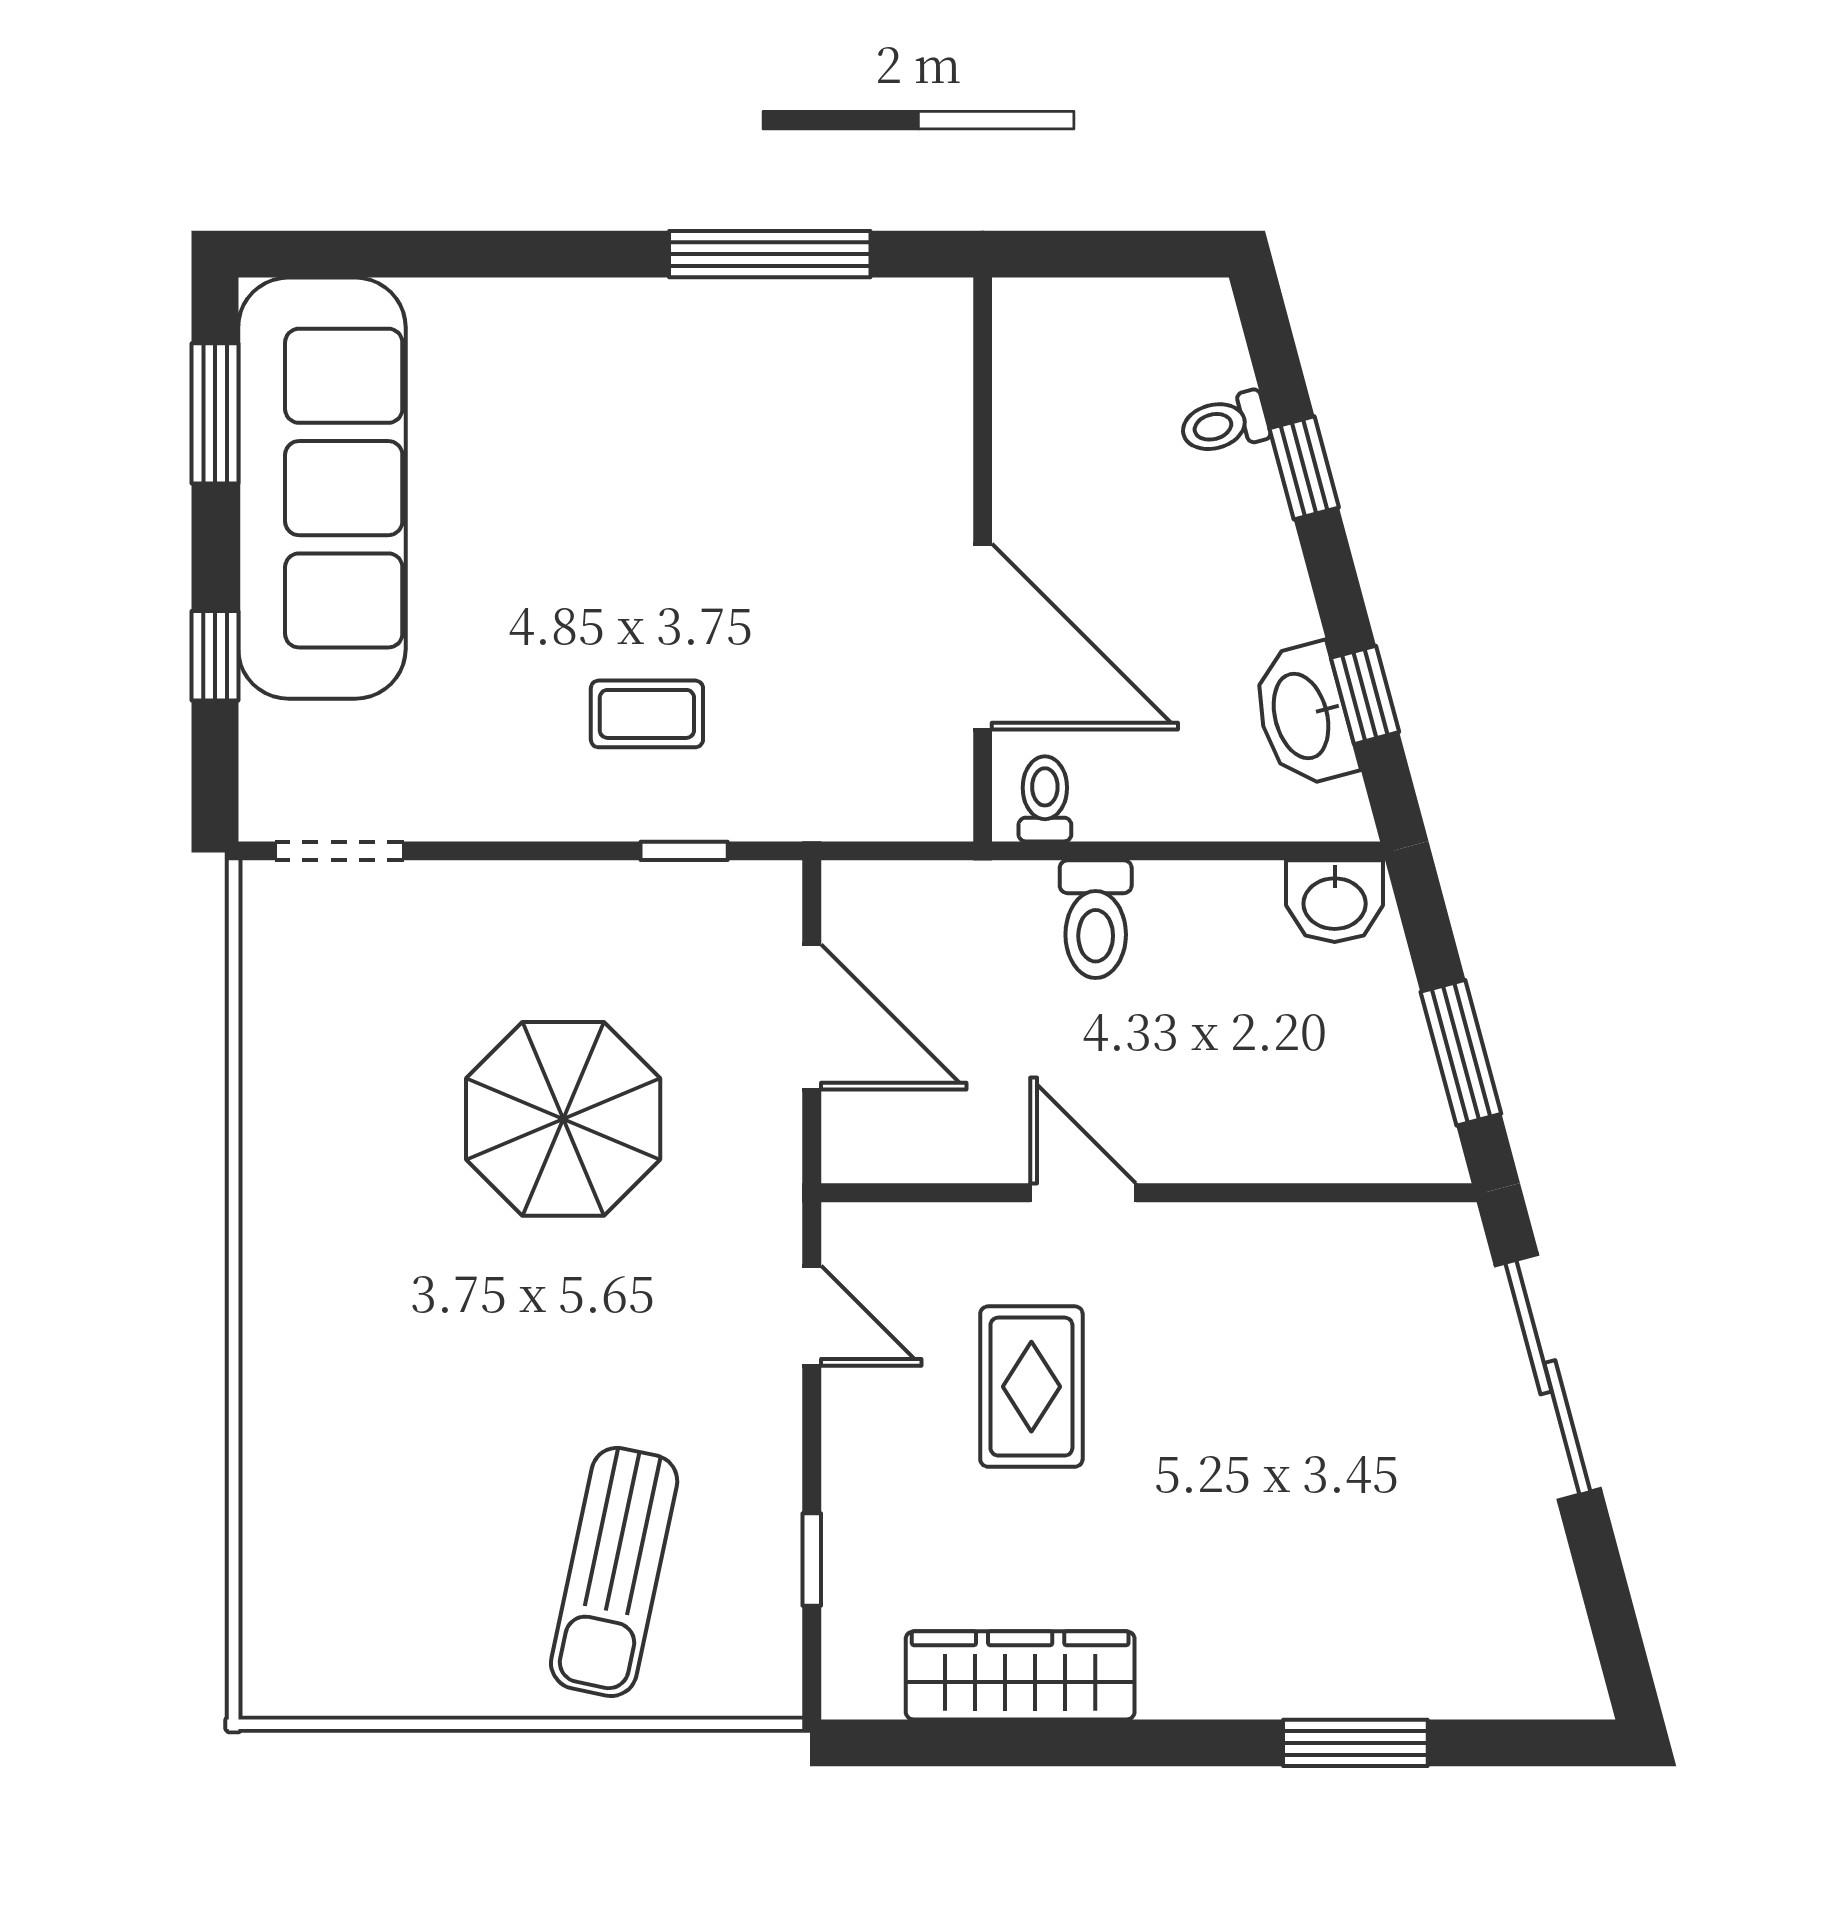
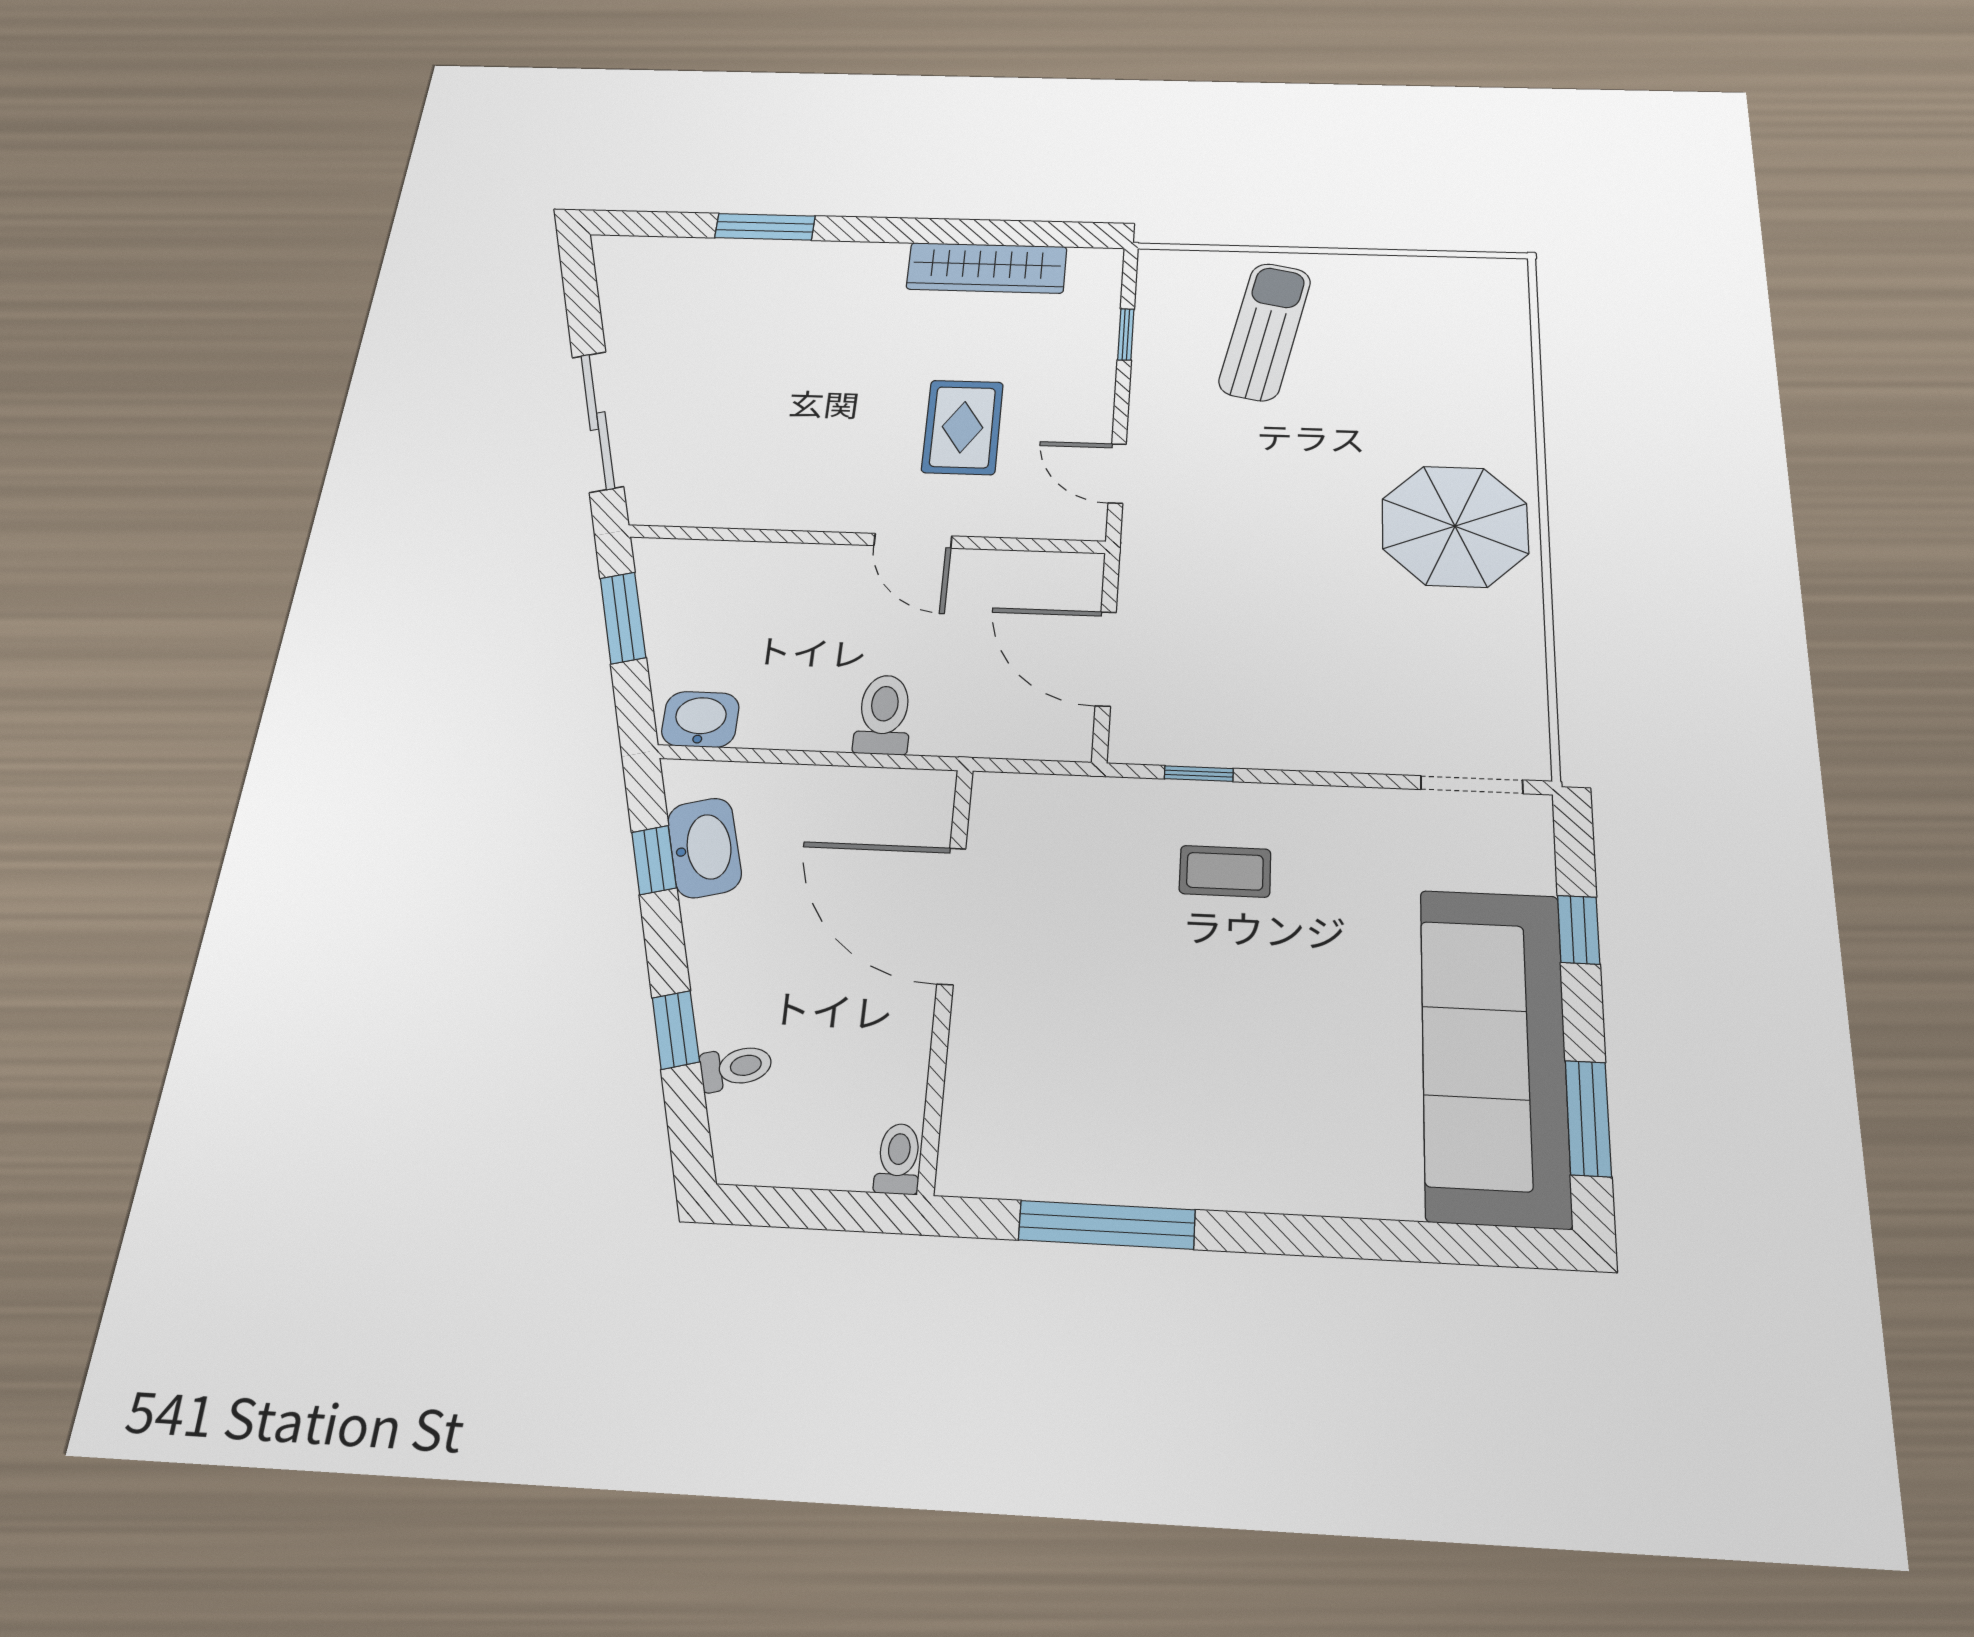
toilet: (1045, 799) -> (898, 1159), moved, turned 180
parasol: (563, 1119) -> (1455, 526), moved

